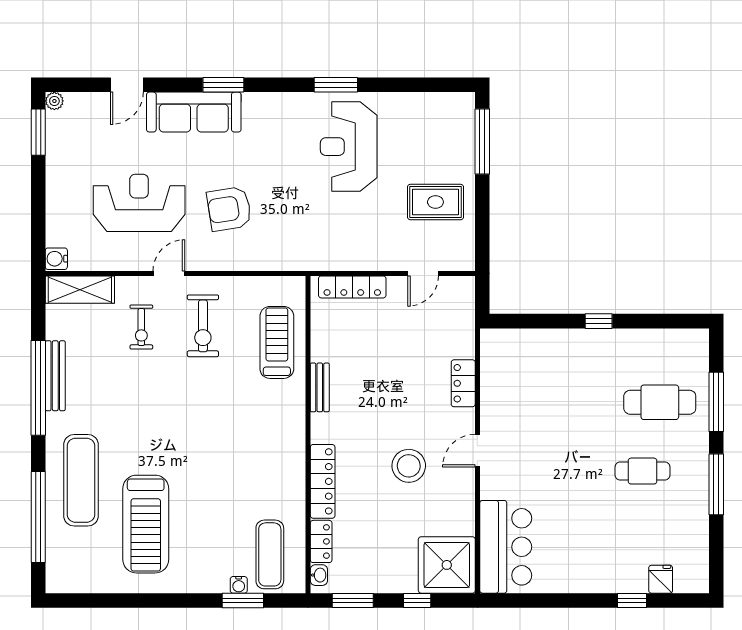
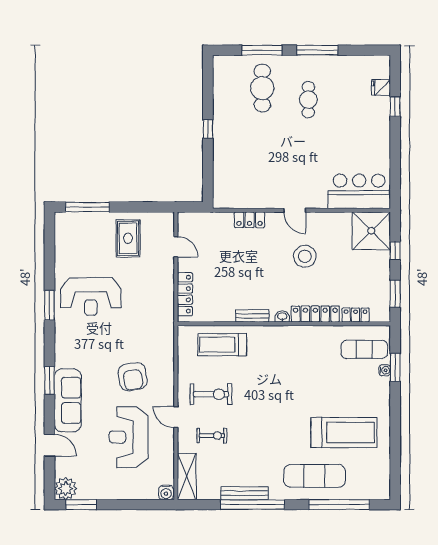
plant: (54, 101) -> (66, 488), width x1.88, depth x1.88
washbasin: (319, 575) -> (282, 317), moved

